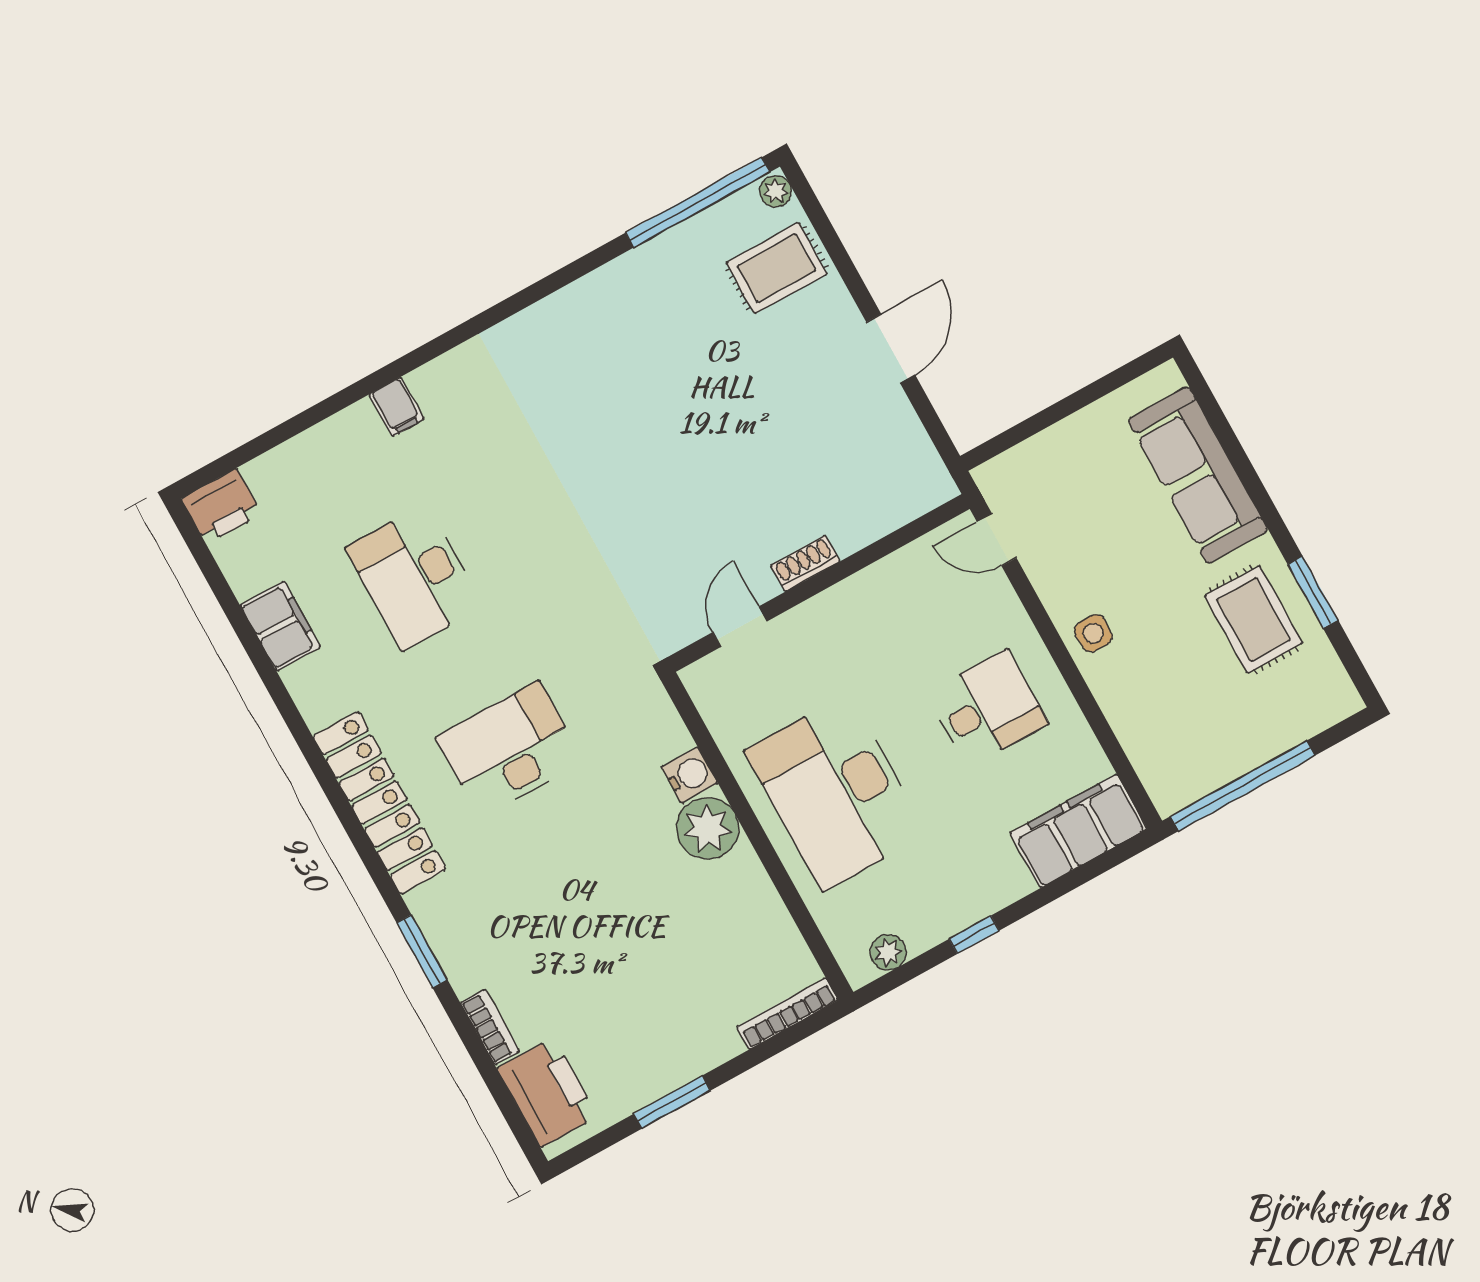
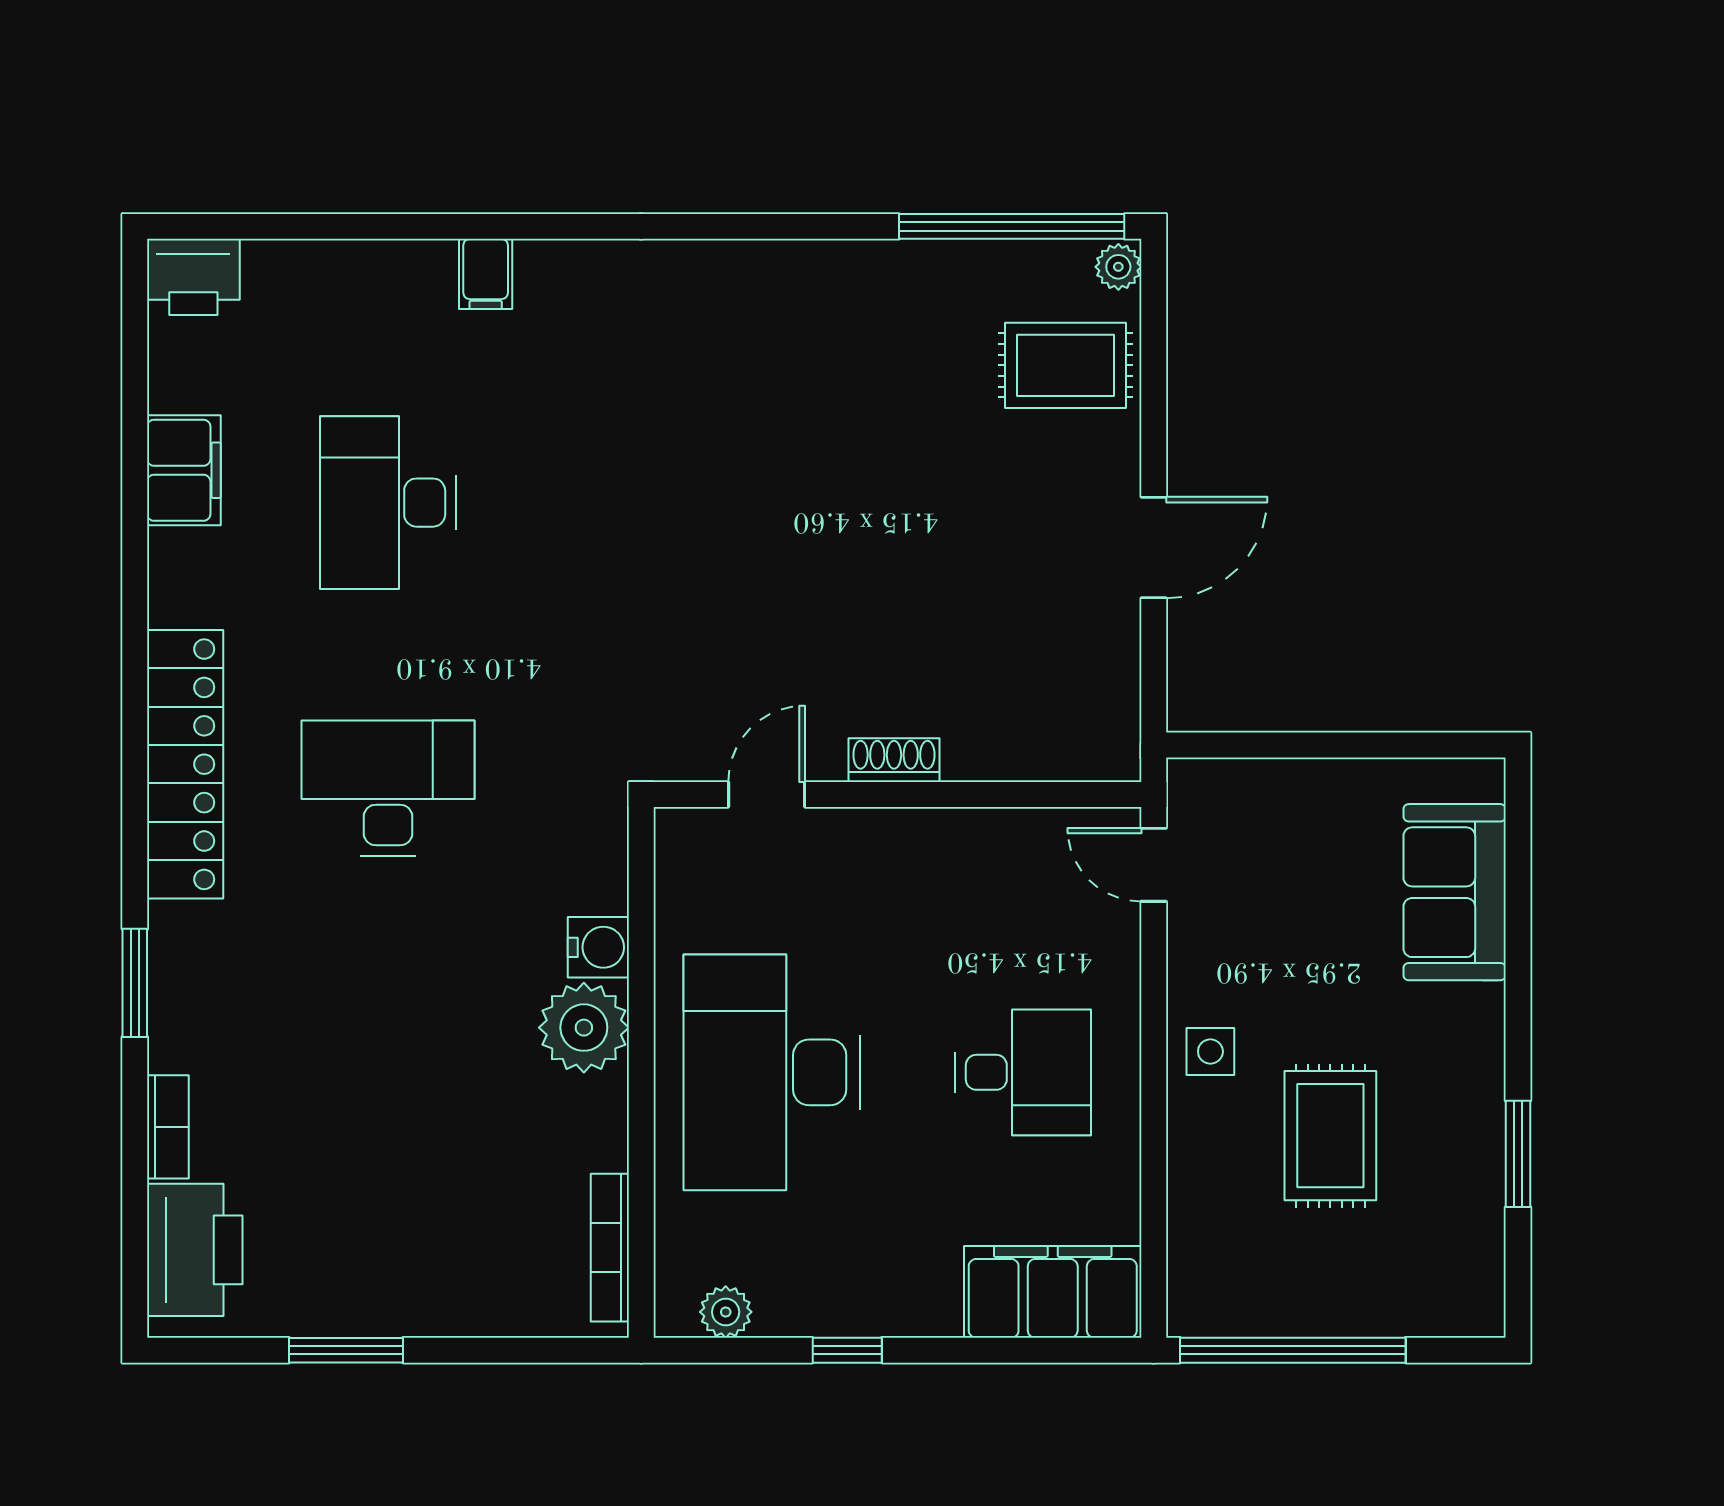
sofa: (1198, 475) -> (1455, 892), width x0.73
rug: (1253, 620) -> (1330, 1136), moved
bookcase: (787, 1014) -> (610, 1248), moved, turned -90

